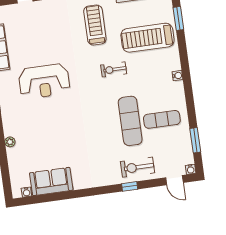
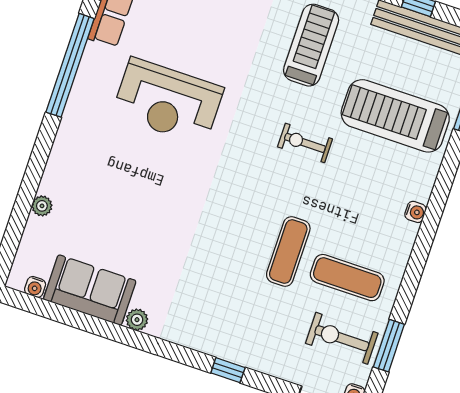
exercise mat: (130, 121) -> (288, 251), width x0.73, depth x0.69
plant: (10, 142) -> (42, 206), moved
exercise bike: (137, 167) -> (342, 338), moved
plant: (79, 184) -> (137, 320), added

